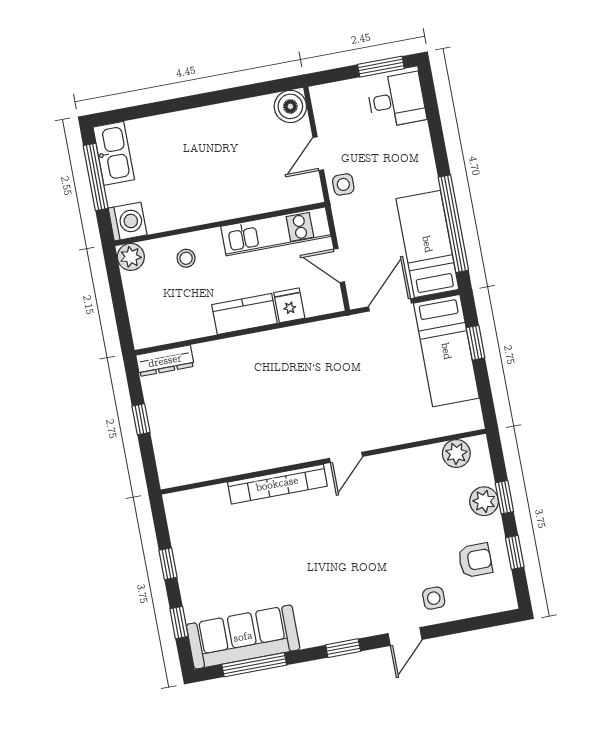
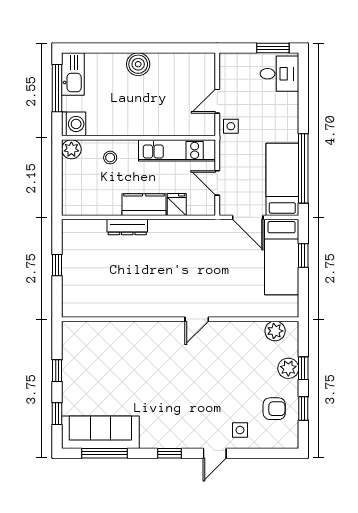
boiler: (290, 106) -> (138, 64), moved
door: (390, 305) -> (248, 217), swing flipped
dresser: (165, 361) -> (127, 227), moved
bookcase: (277, 484) -> (145, 329), removed

